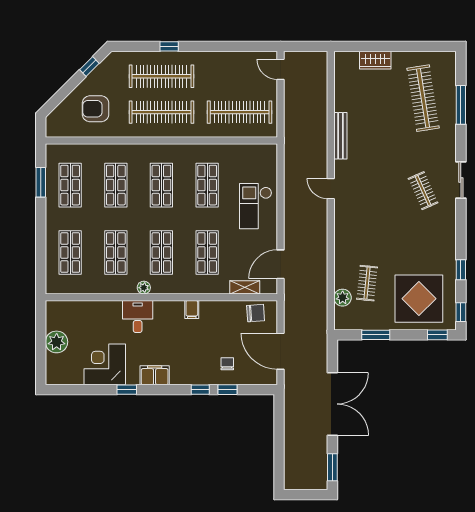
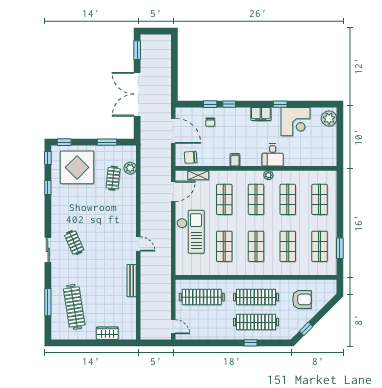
checkout: (256, 206) -> (191, 232), width x1.36, depth x1.21
plant: (57, 342) -> (329, 118), moved

